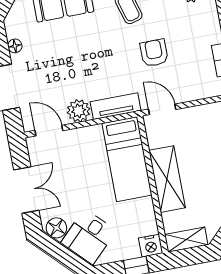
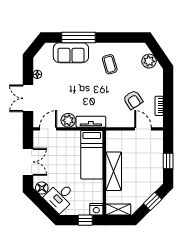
armchair: (154, 53) -> (133, 100), moved, turned 147
door: (162, 109) -> (143, 129), moved
door: (49, 131) -> (48, 129), hinge flipped

